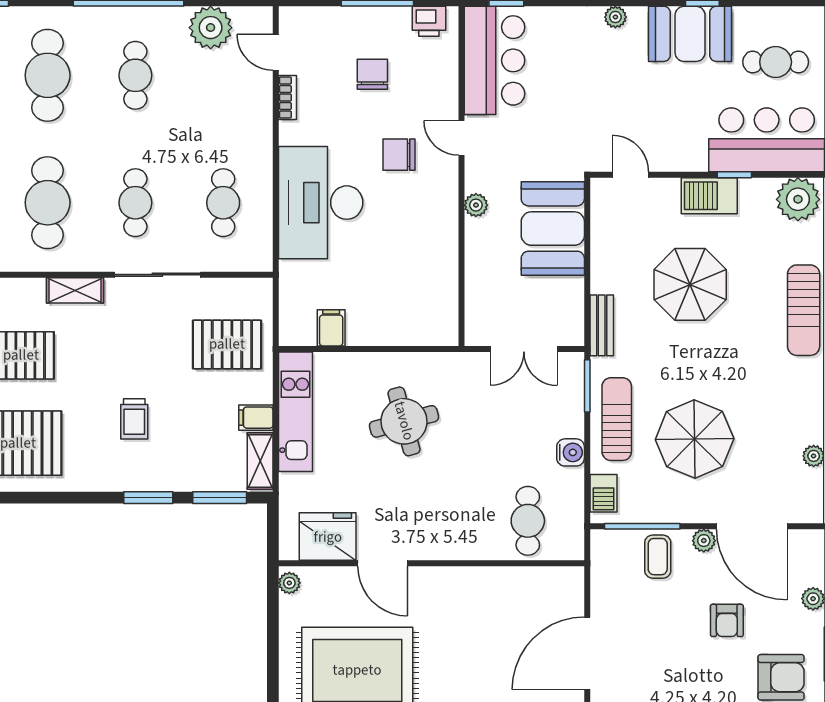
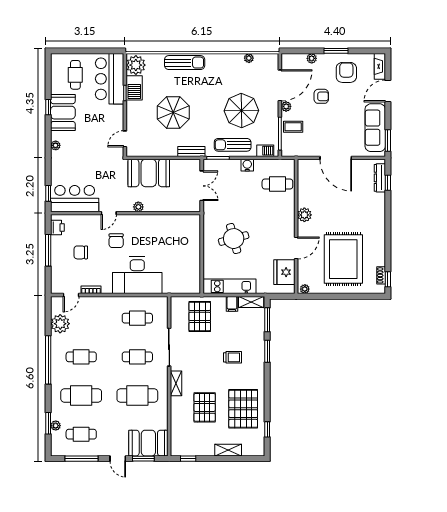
barbecue: (709, 196) -> (134, 88), moved
filing cabinet: (331, 328) -> (192, 271), removed
plant: (458, 582) -> (304, 215), added

